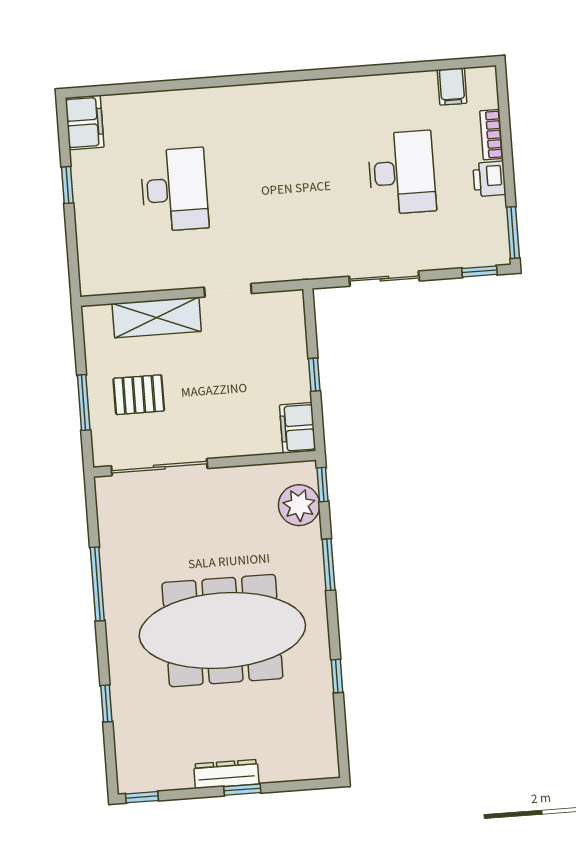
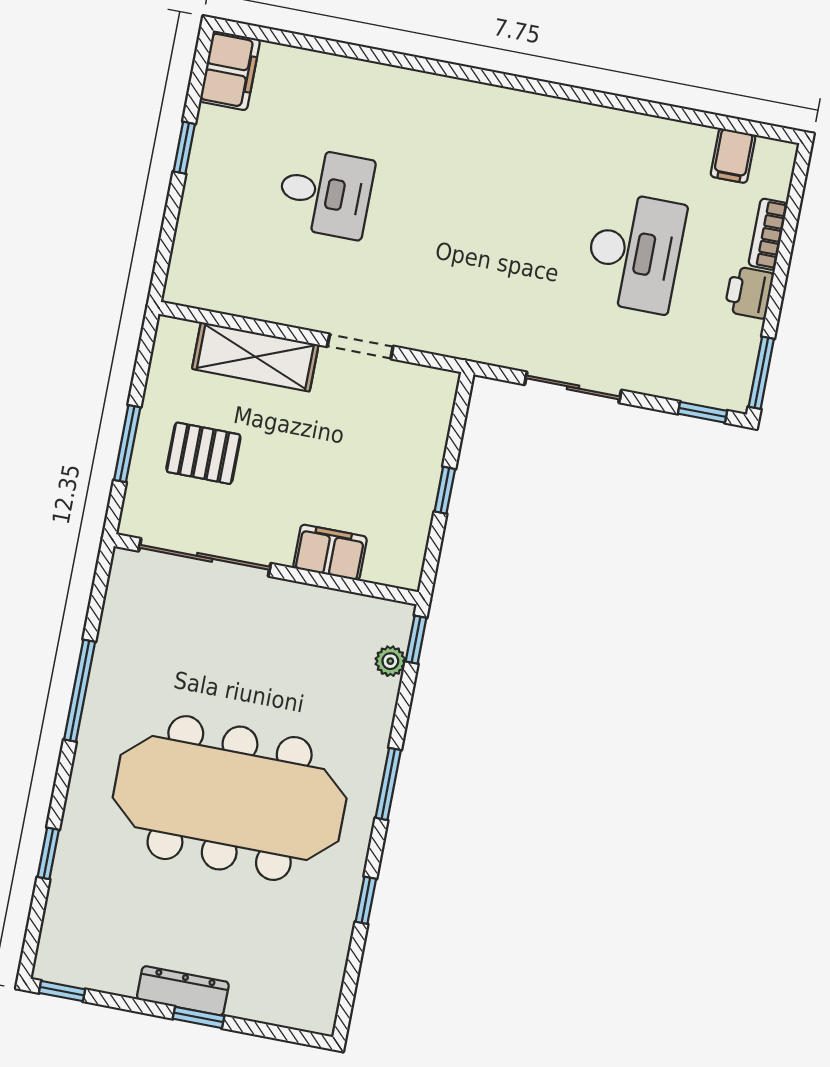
desk: (174, 190) -> (325, 193), width x0.73
filing cabinet: (298, 428) -> (330, 552), moved, turned 90
plant: (299, 505) -> (390, 661), width x0.53, depth x0.53
window: (329, 565) -> (388, 784), moved

